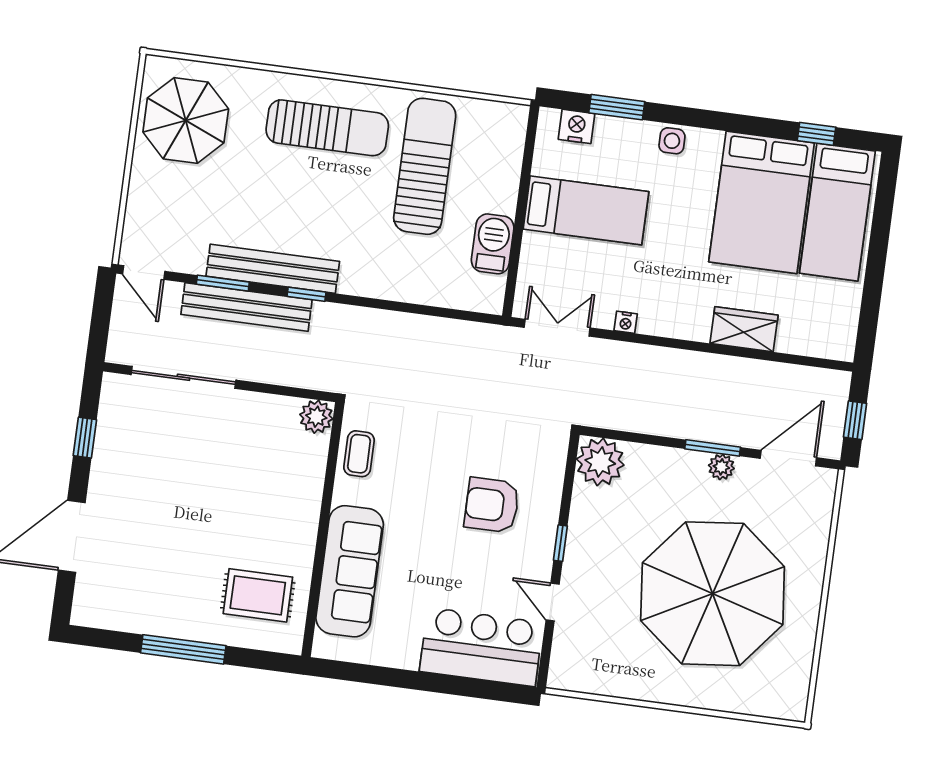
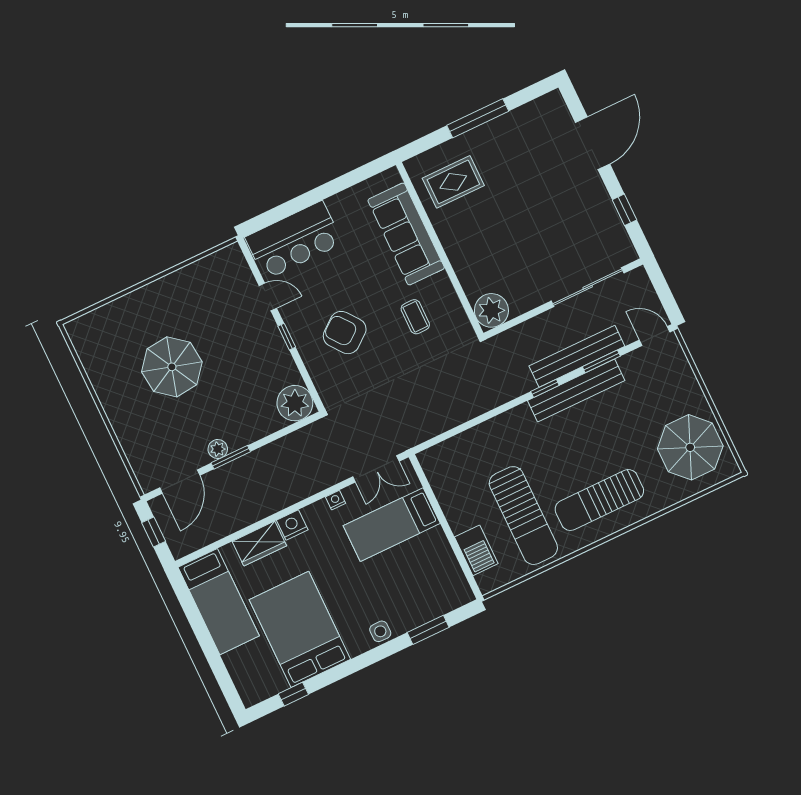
nightstand: (577, 126) -> (292, 525), moved, turned 180
bed: (586, 210) -> (392, 525), moved
bed: (837, 212) -> (219, 602), moved, turned 180
barbecue: (493, 244) -> (476, 550), moved
plant: (316, 417) -> (491, 310), width x1.36, depth x1.36
coffee table: (359, 454) -> (415, 317), moved
armchair: (492, 505) -> (345, 333), turned -128
parasol: (713, 594) -> (172, 367), width x0.54, depth x0.54

